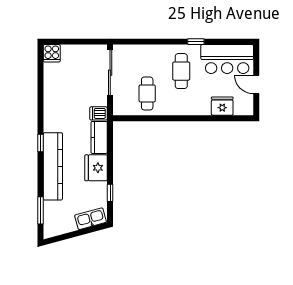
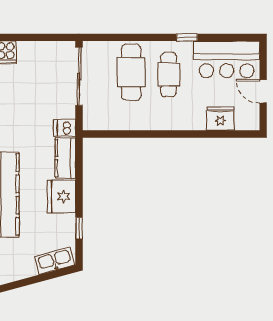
cafe table: (147, 93) -> (131, 72), moved, width x1.37, depth x1.35

